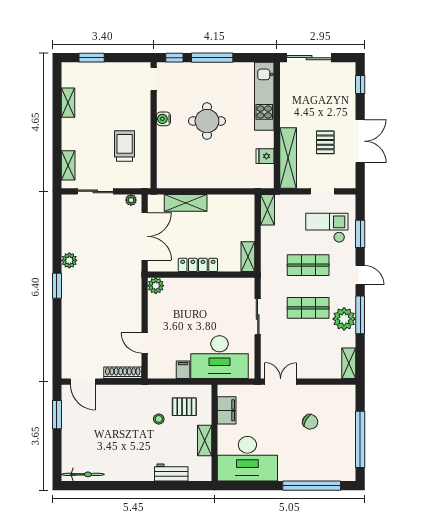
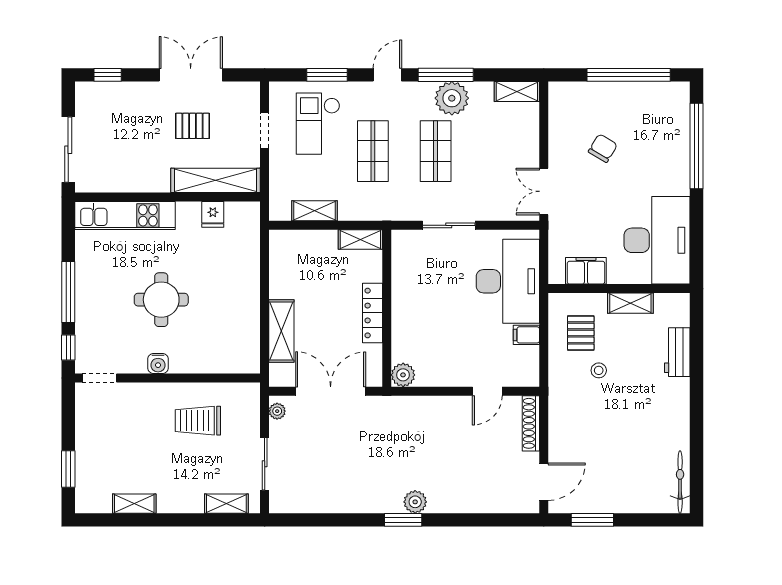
shelving: (267, 210) -> (315, 211), moved
plant: (69, 260) -> (415, 502), moved

